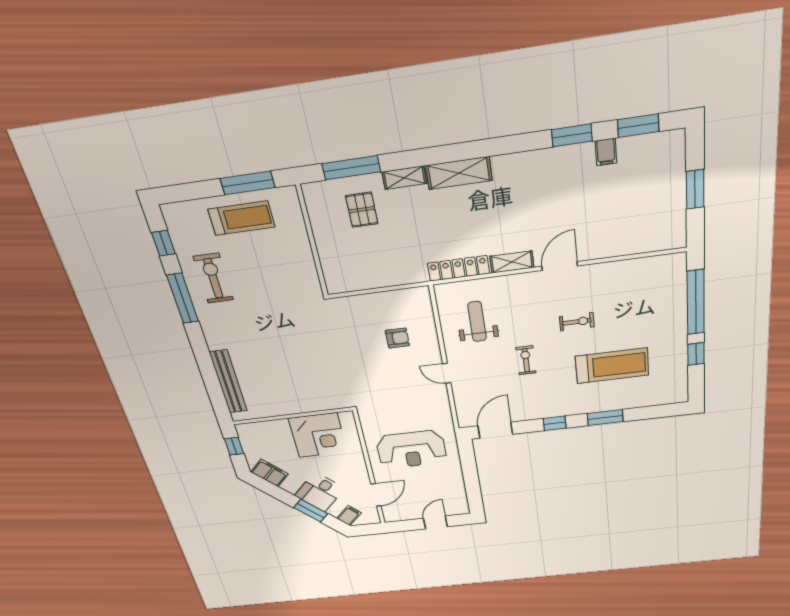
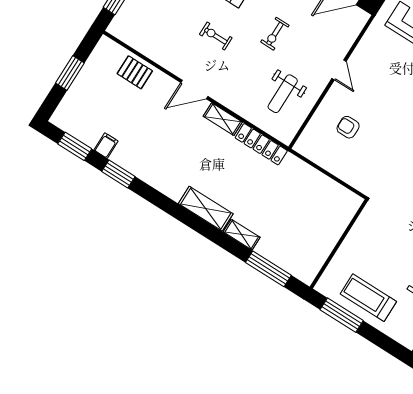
pallet: (362, 210) -> (135, 72), moved, turned 90

